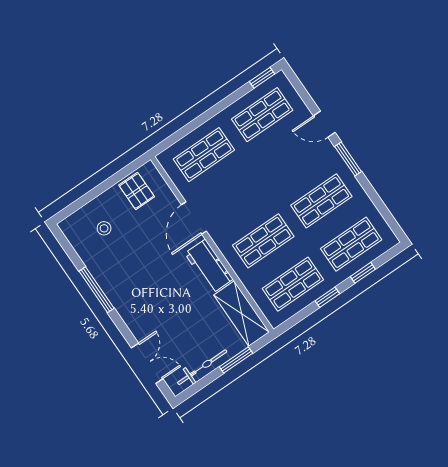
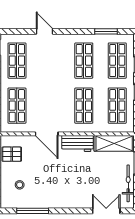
door: (324, 124) -> (44, 31), swing flipped
window: (348, 159) -> (106, 31), moved
window: (97, 290) -> (33, 211), moved

